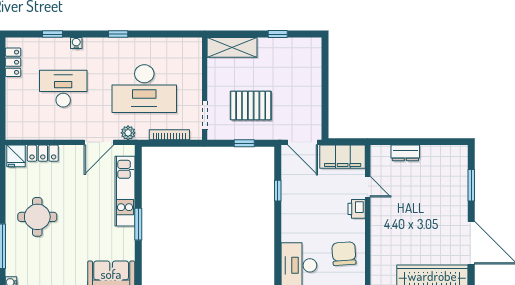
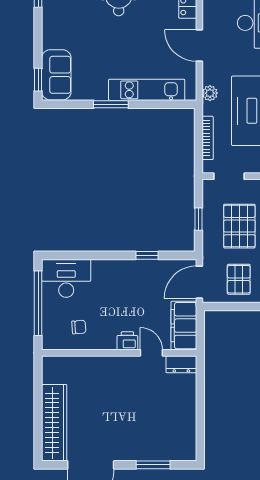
pallet: (300, 106) -> (239, 279), added
door: (99, 142) -> (199, 45), moved
dresser: (405, 153) -> (181, 364), moved, turned -90
door: (368, 187) -> (151, 353), swing flipped
chair: (344, 254) -> (79, 327), width x0.54, depth x0.54

